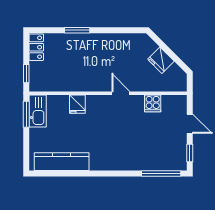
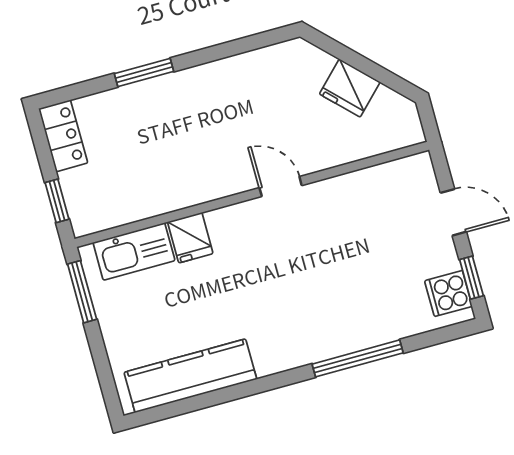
cooker: (153, 103) -> (448, 293), moved, turned 90
kitchen sink: (38, 111) -> (134, 251), moved, turned 90
window: (161, 174) -> (358, 358), moved

